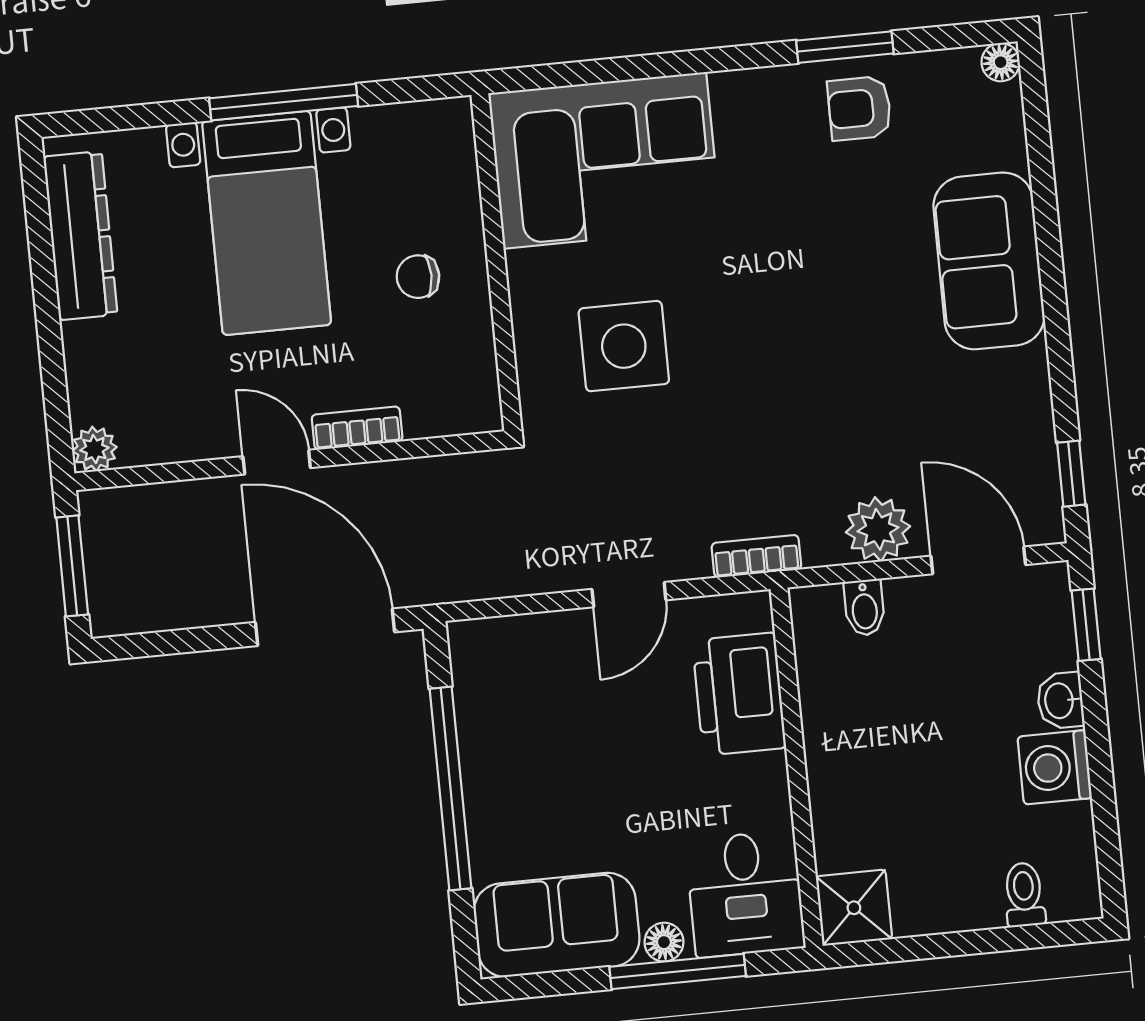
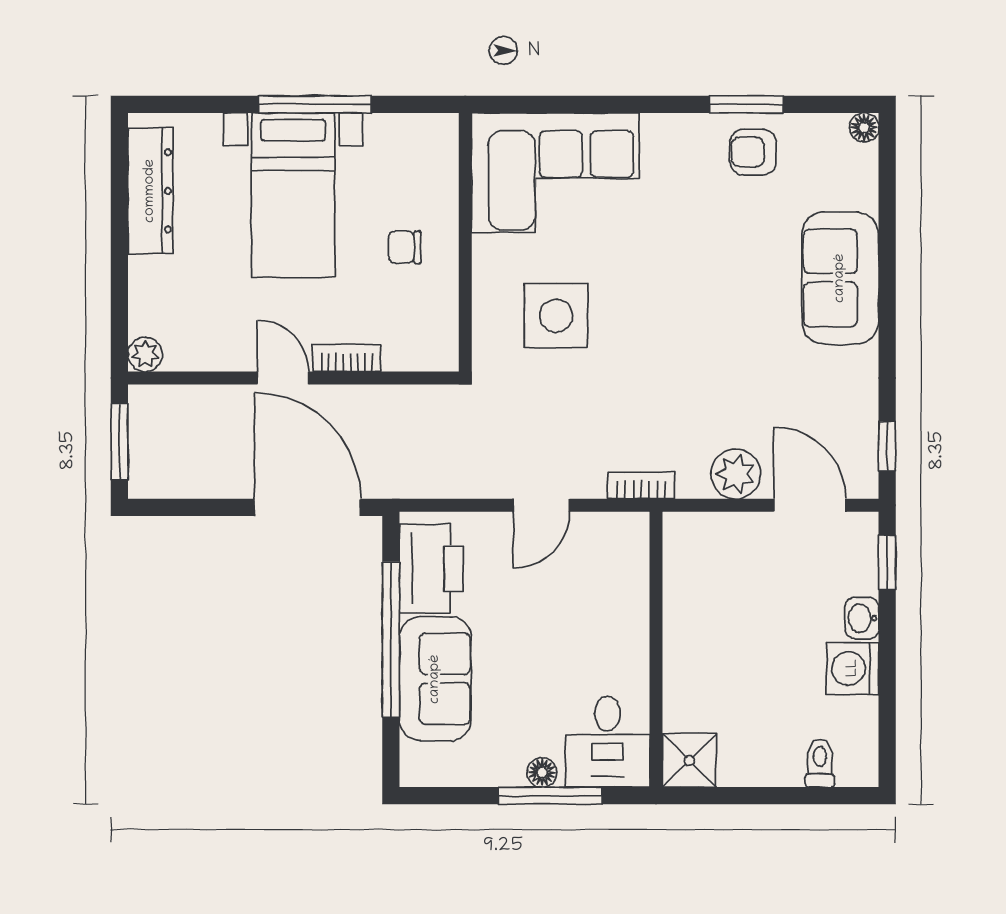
bidet: (864, 608) -> (720, 533), removed
printer: (739, 694) -> (431, 569), moved, turned 180
sofa: (557, 925) -> (435, 679), moved, turned 90

